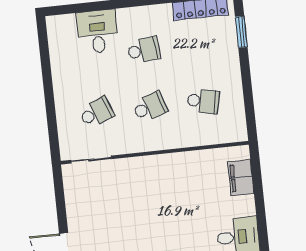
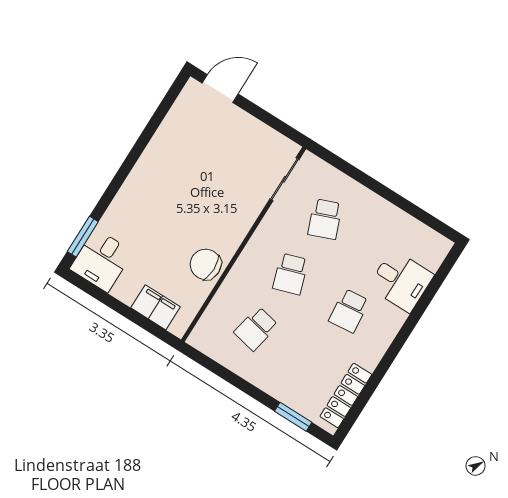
chair: (187, 167) -> (206, 264), added

